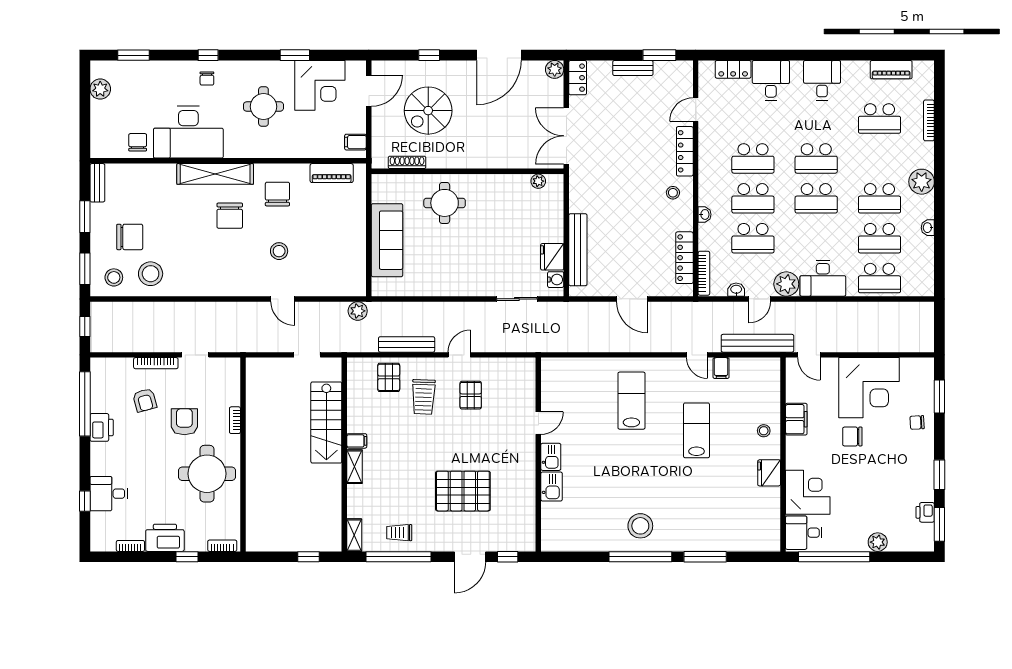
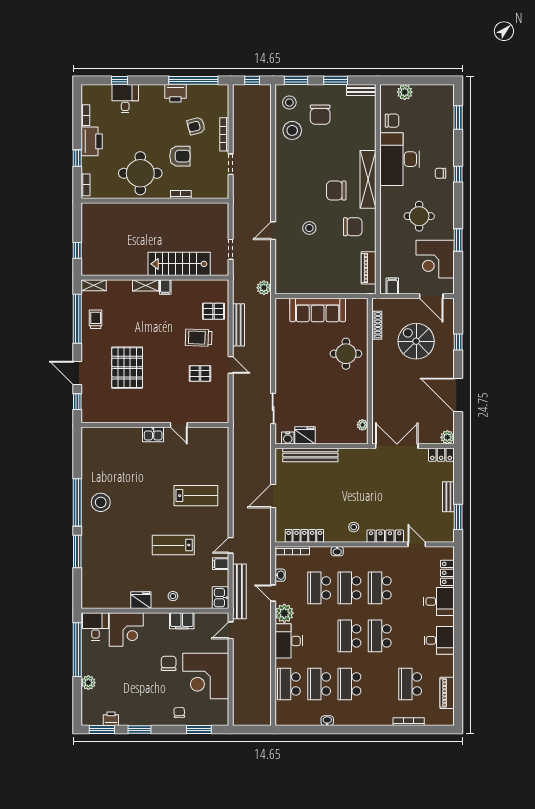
plant: (100, 89) -> (405, 92), moved
plant: (922, 182) -> (362, 716), removed
lab bench: (697, 430) -> (173, 545), turned 180
kitchen sink: (552, 487) -> (221, 598), moved, turned 90

